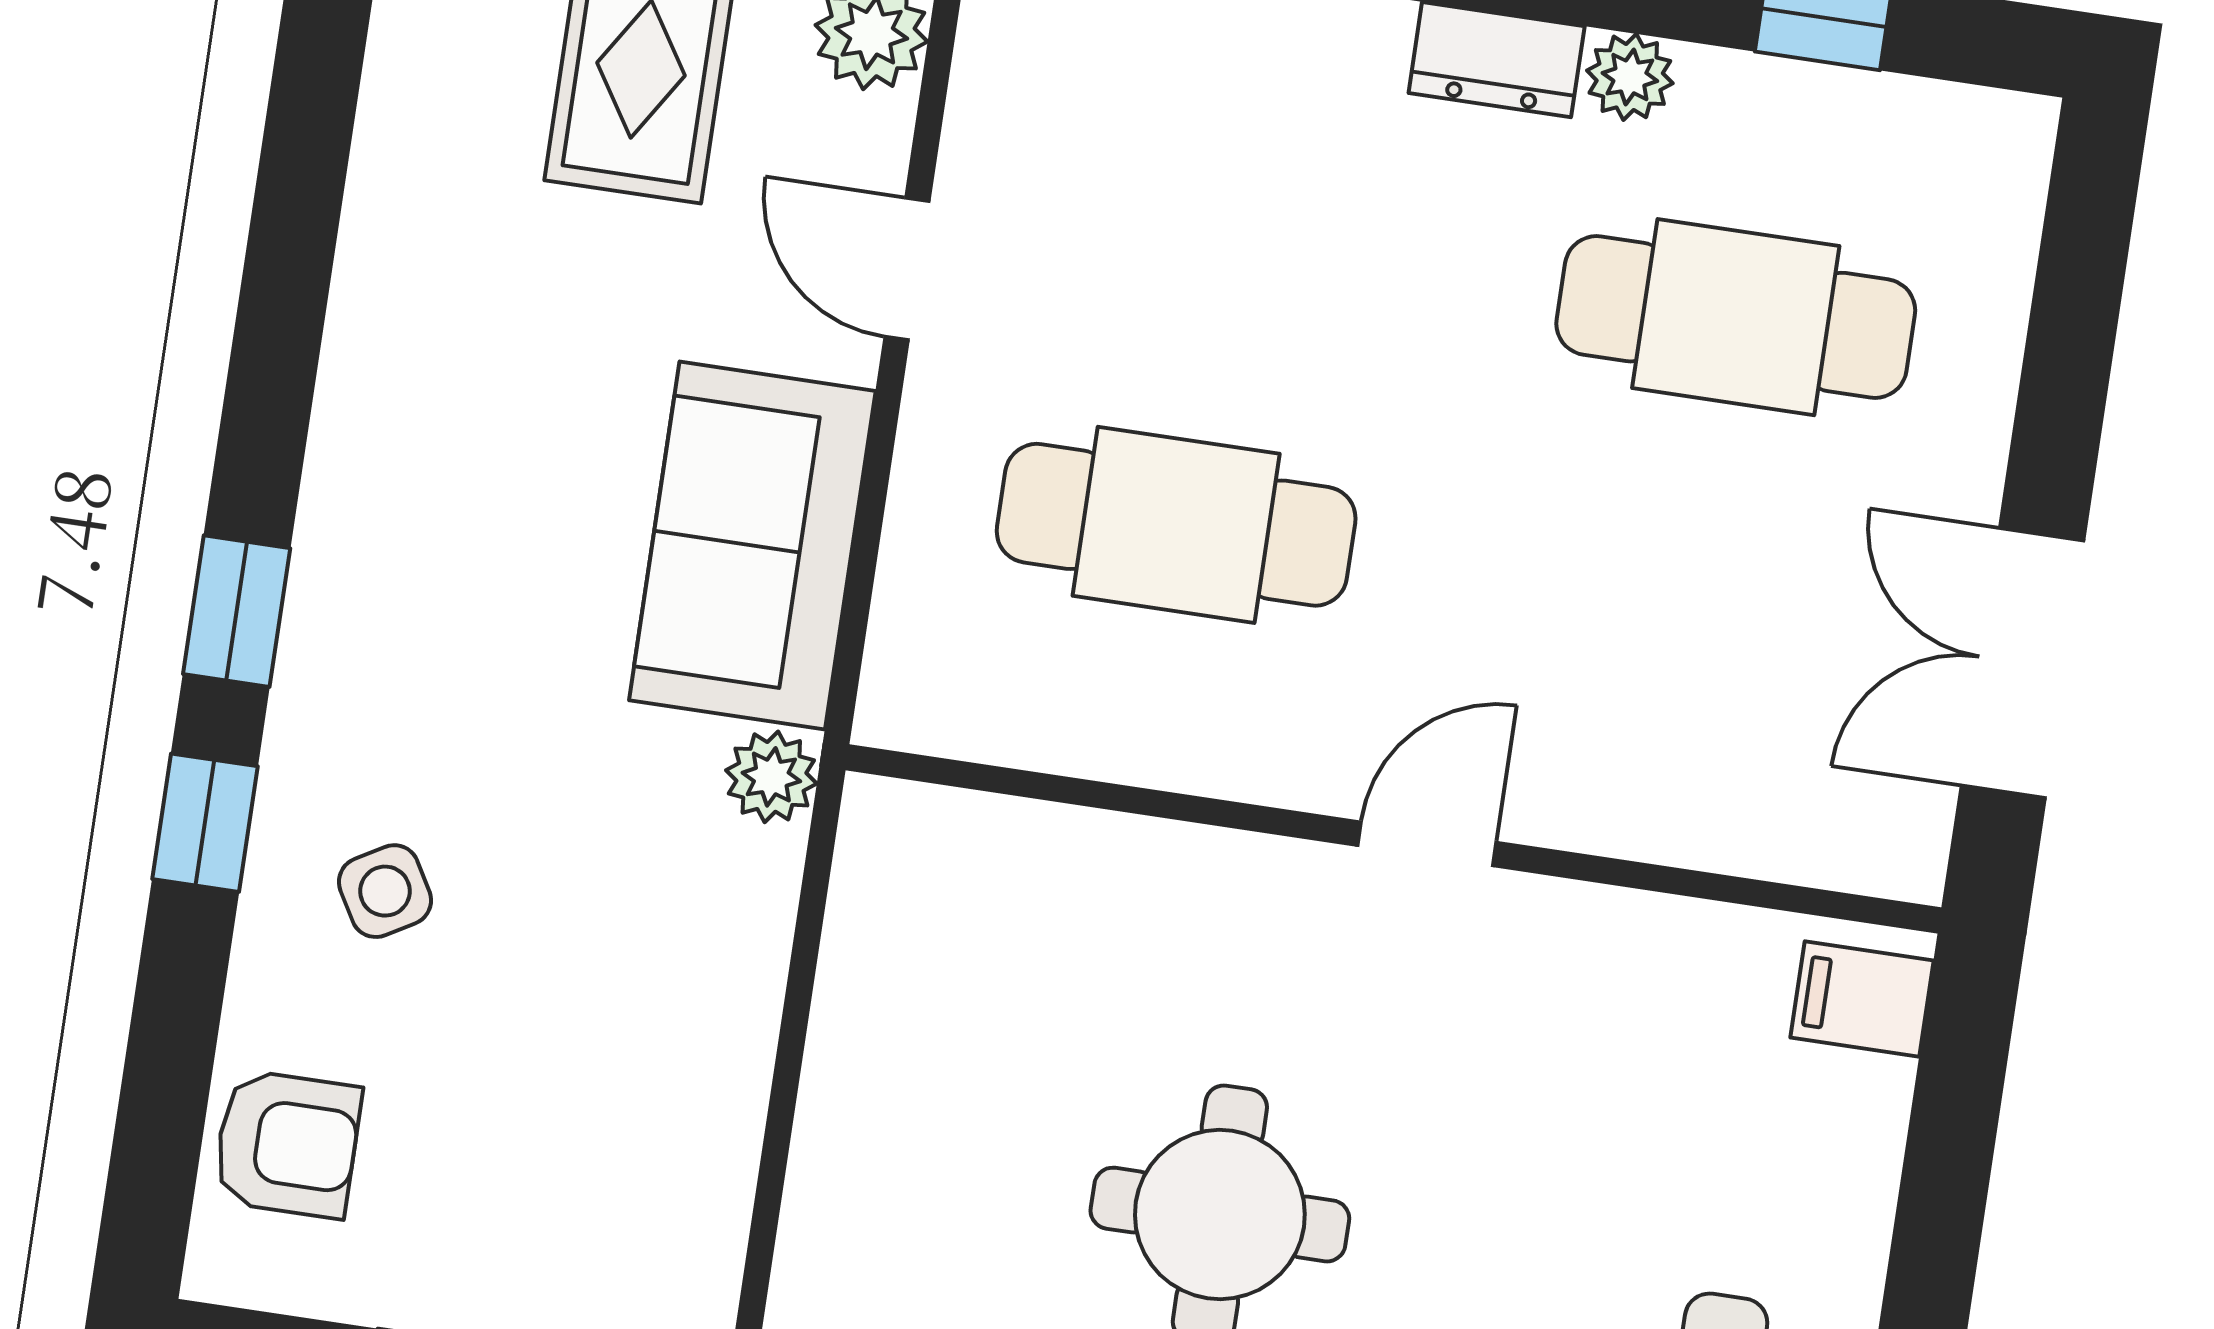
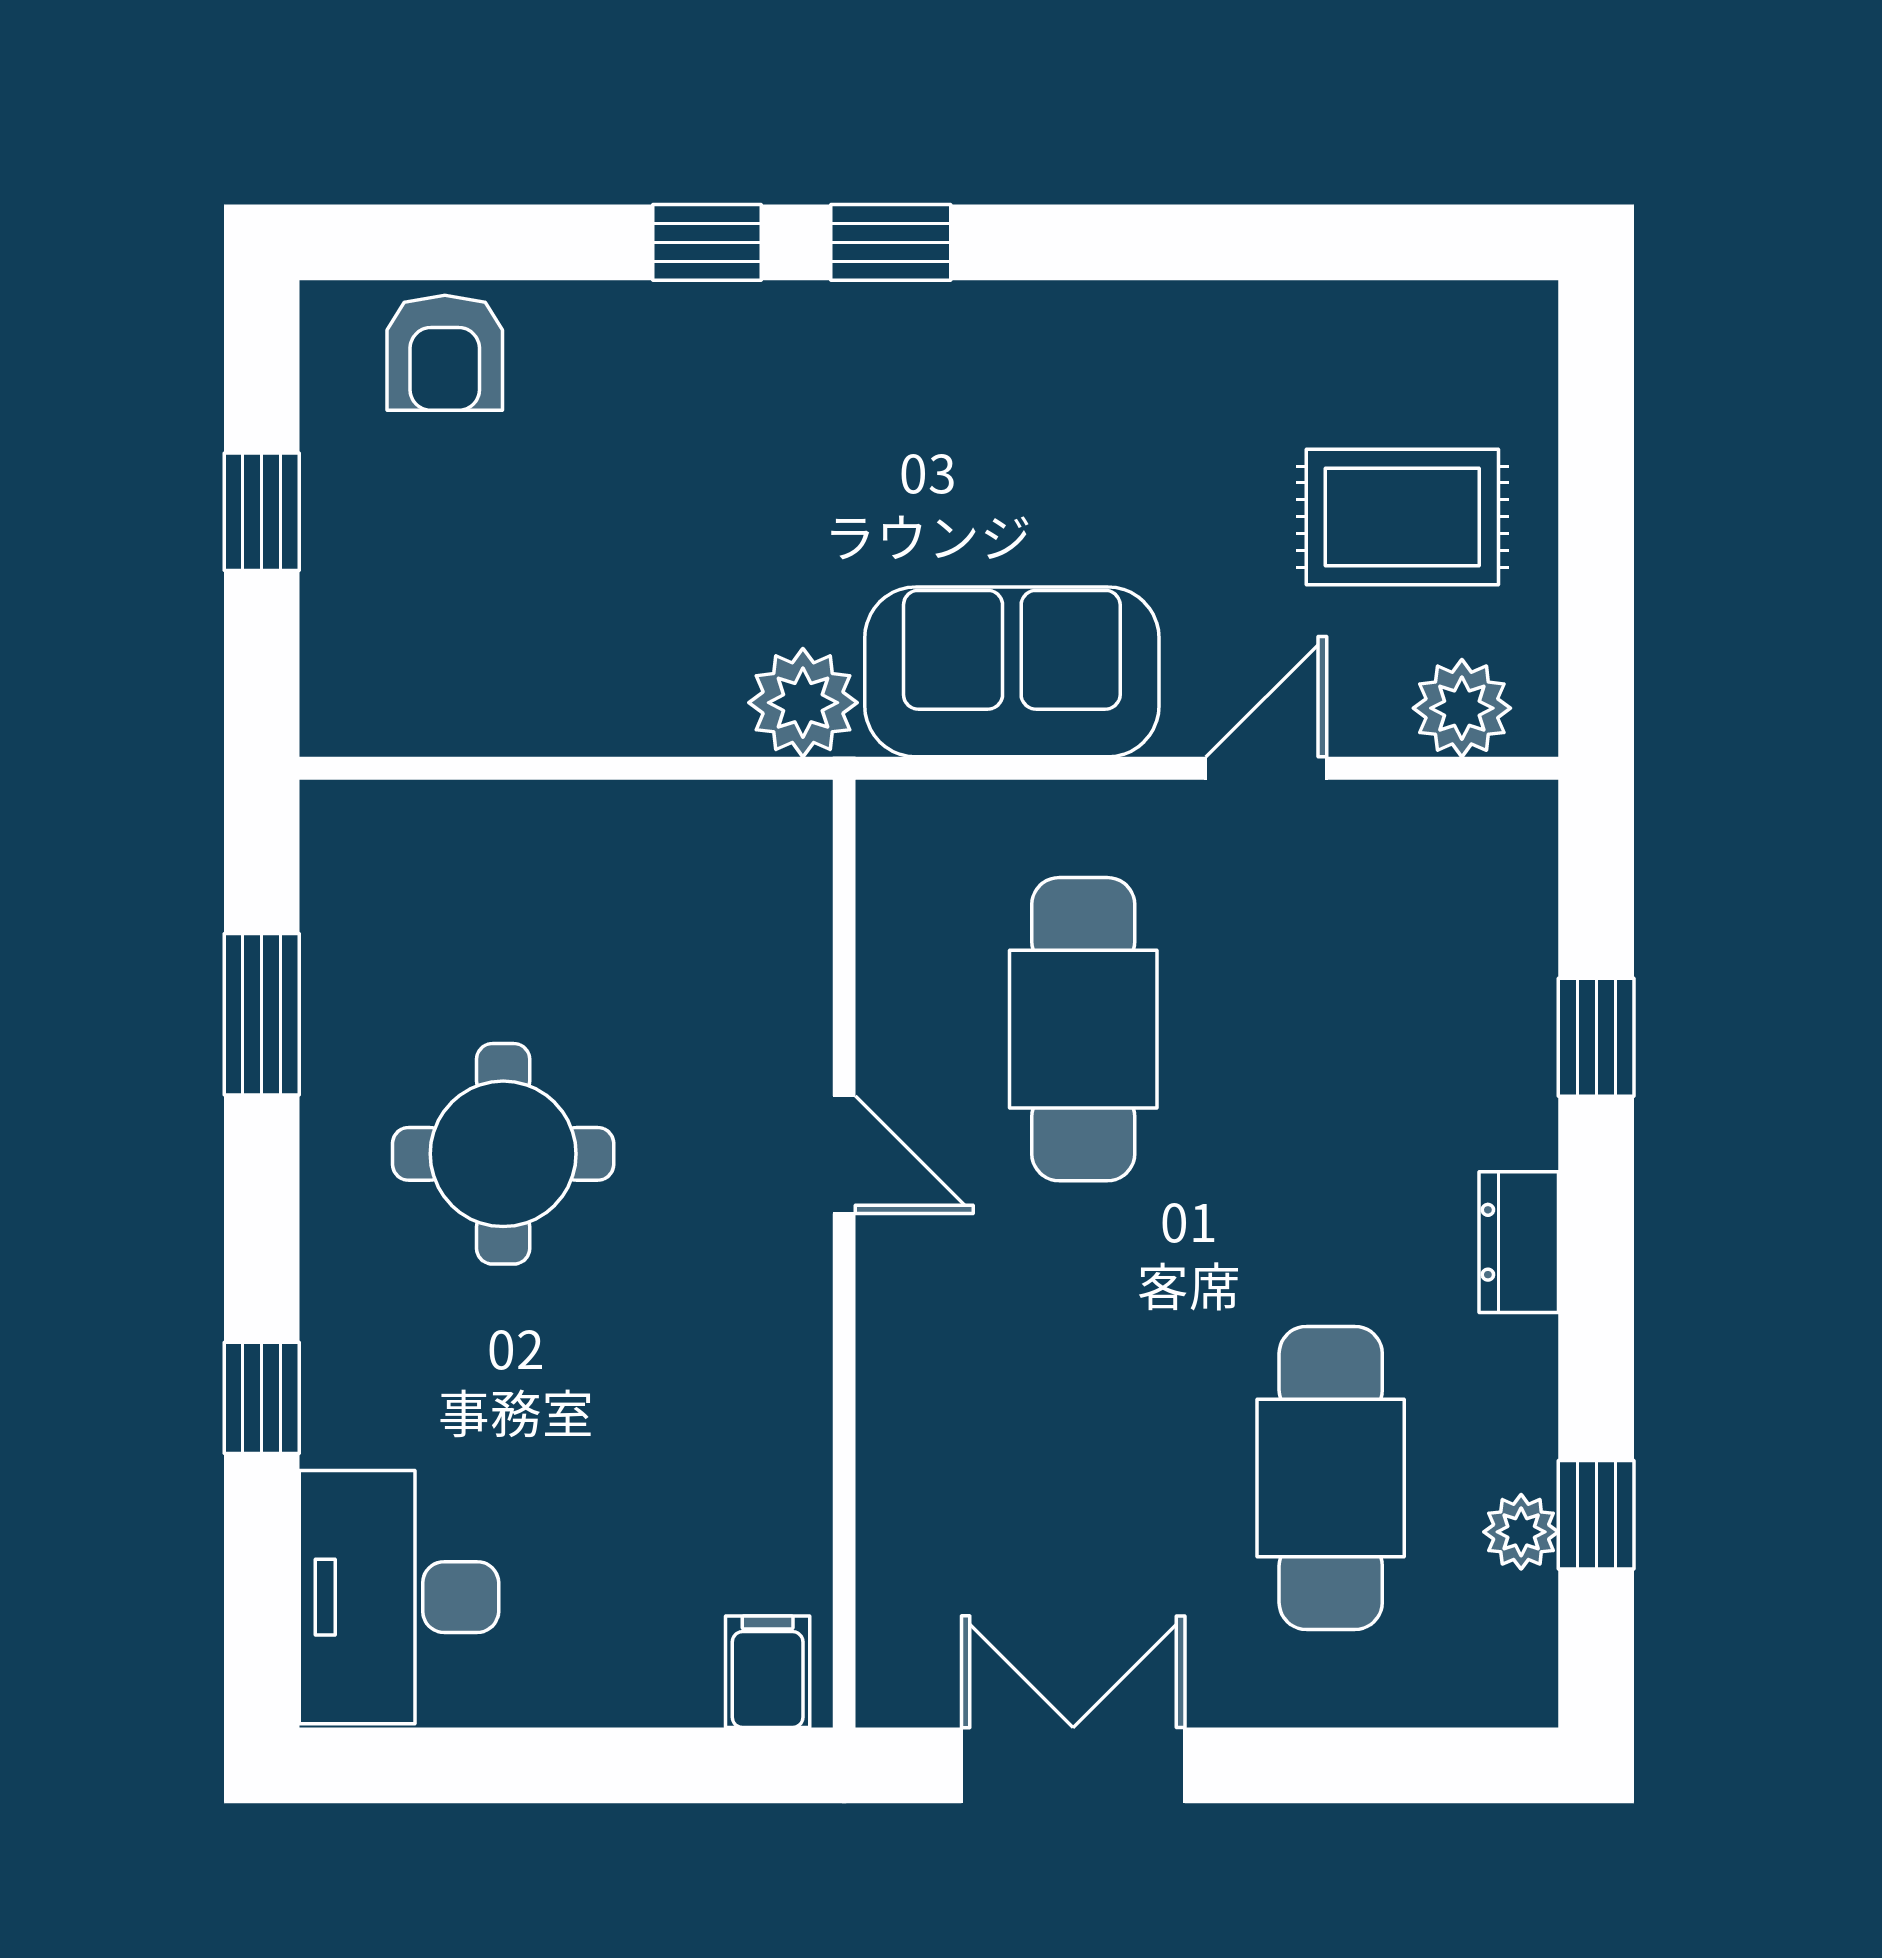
plant: (1630, 77) -> (1521, 1532), moved
plant: (771, 777) -> (803, 703), width x1.38, depth x1.38
door: (1427, 844) -> (844, 1155), moved
side table: (385, 891) -> (672, 404), removed

